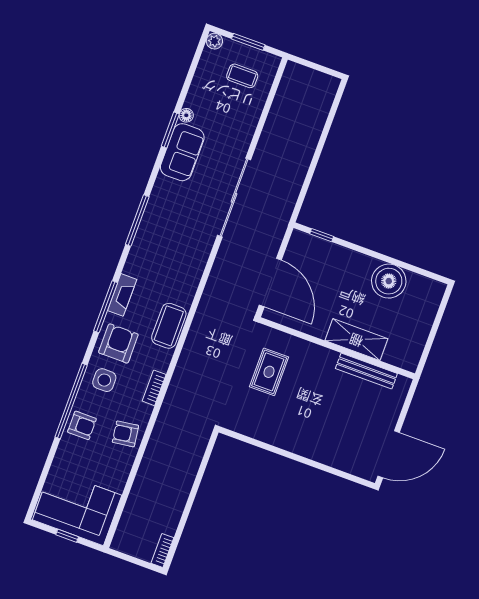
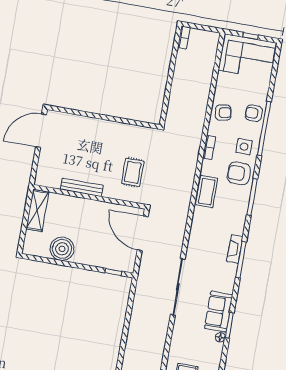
fireplace: (122, 295) -> (235, 249), moved
shelving: (356, 340) -> (37, 210), moved, turned 90
armchair: (118, 343) -> (239, 173), turned 90
bench: (366, 371) -> (82, 187), moved

